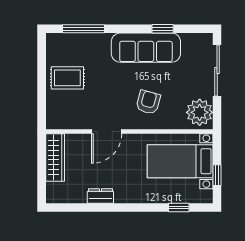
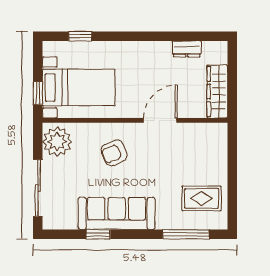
rug: (67, 78) -> (202, 198), moved
armchair: (148, 102) -> (114, 153), turned 52
window: (217, 175) -> (38, 93), moved
dresser: (100, 196) -> (187, 49), moved

